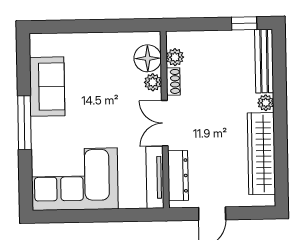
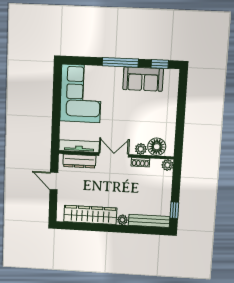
plant: (175, 57) -> (167, 165), moved
window: (23, 63) -> (160, 64), added

